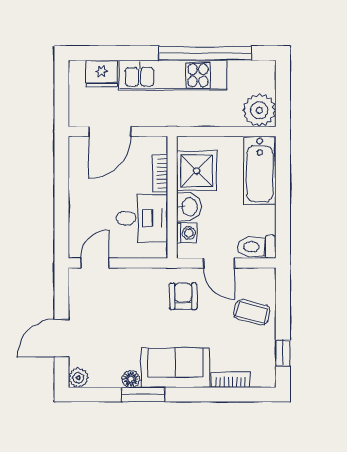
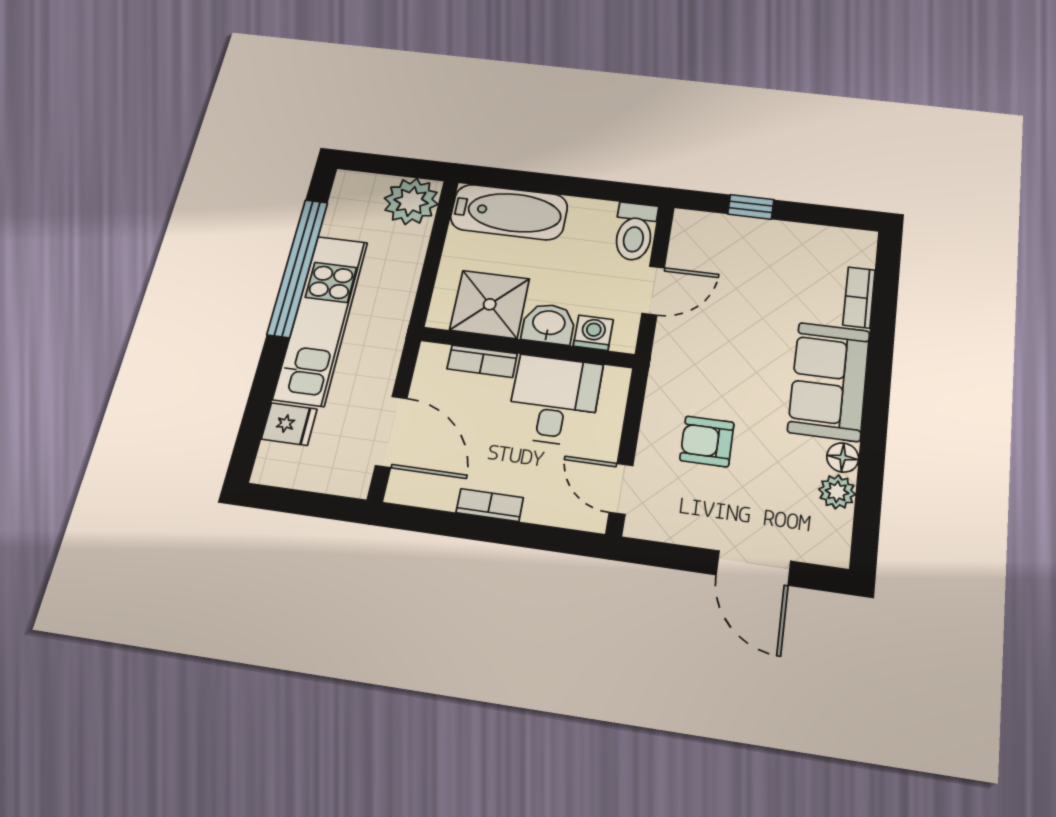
fridge: (102, 73) -> (289, 424), width x0.72
bookcase: (75, 194) -> (490, 505), added
armchair: (183, 296) -> (707, 441), moved
coffee table: (252, 312) -> (745, 252), removed
window: (283, 353) -> (751, 207), moved
plant: (78, 378) -> (837, 492), moved
window: (143, 394) -> (873, 440), removed

